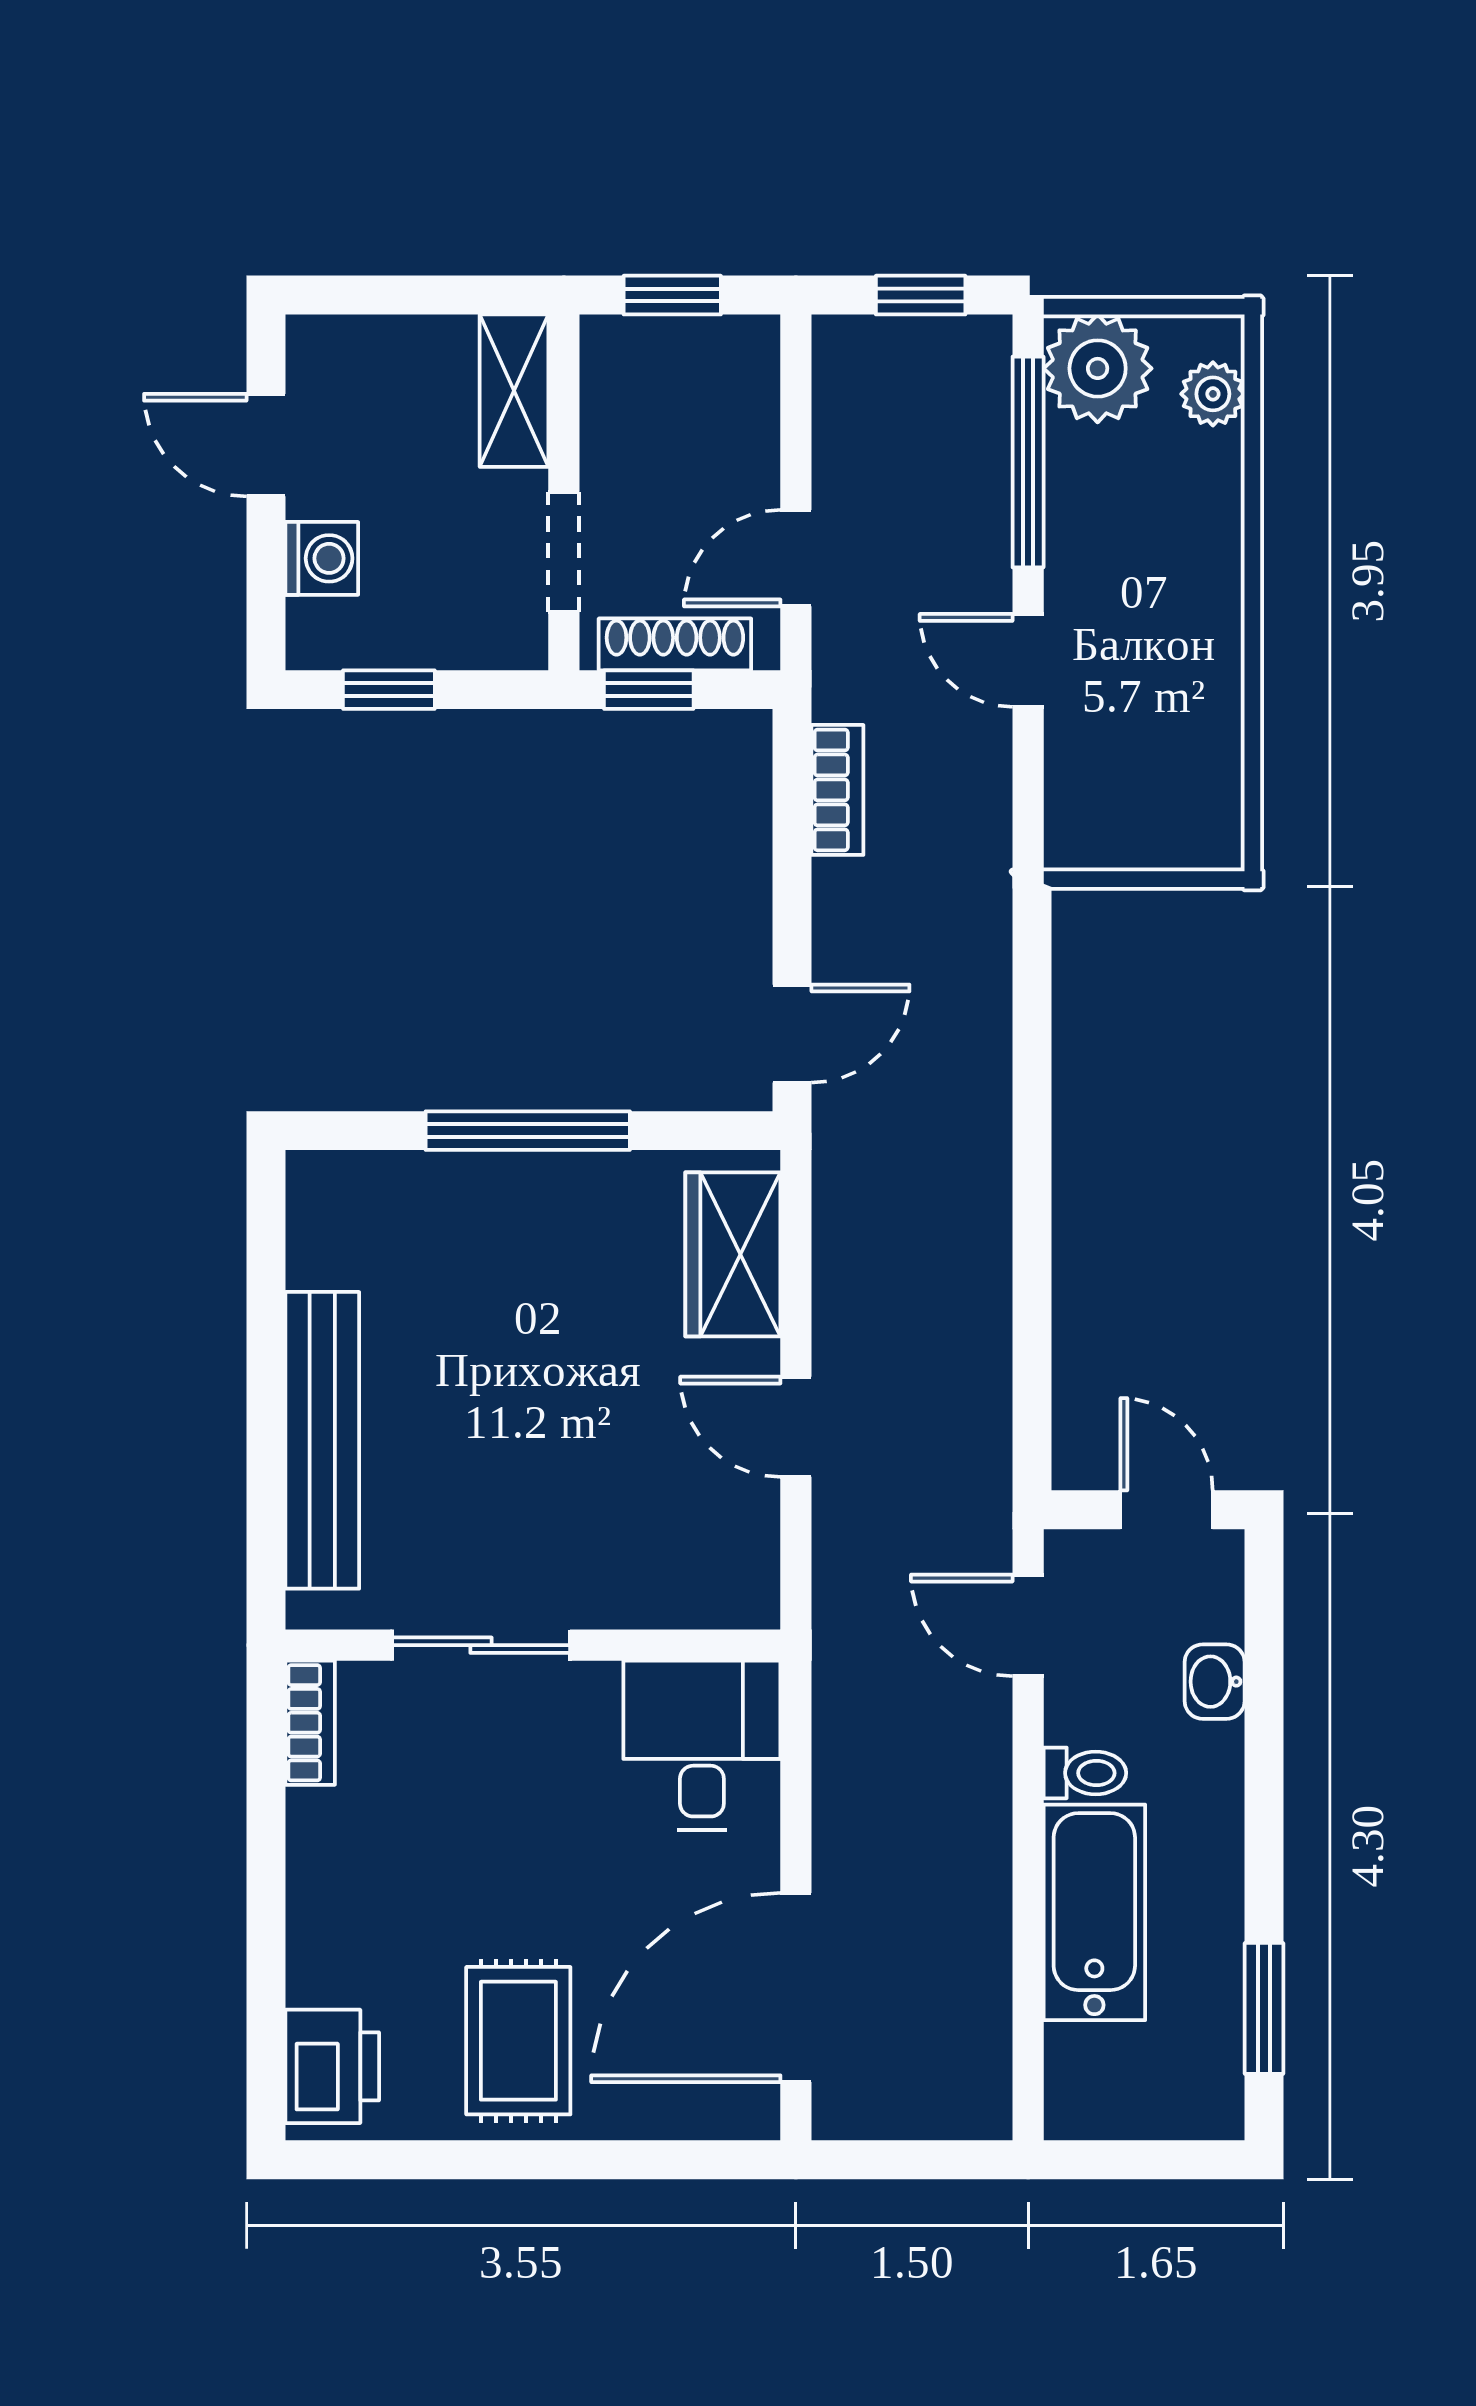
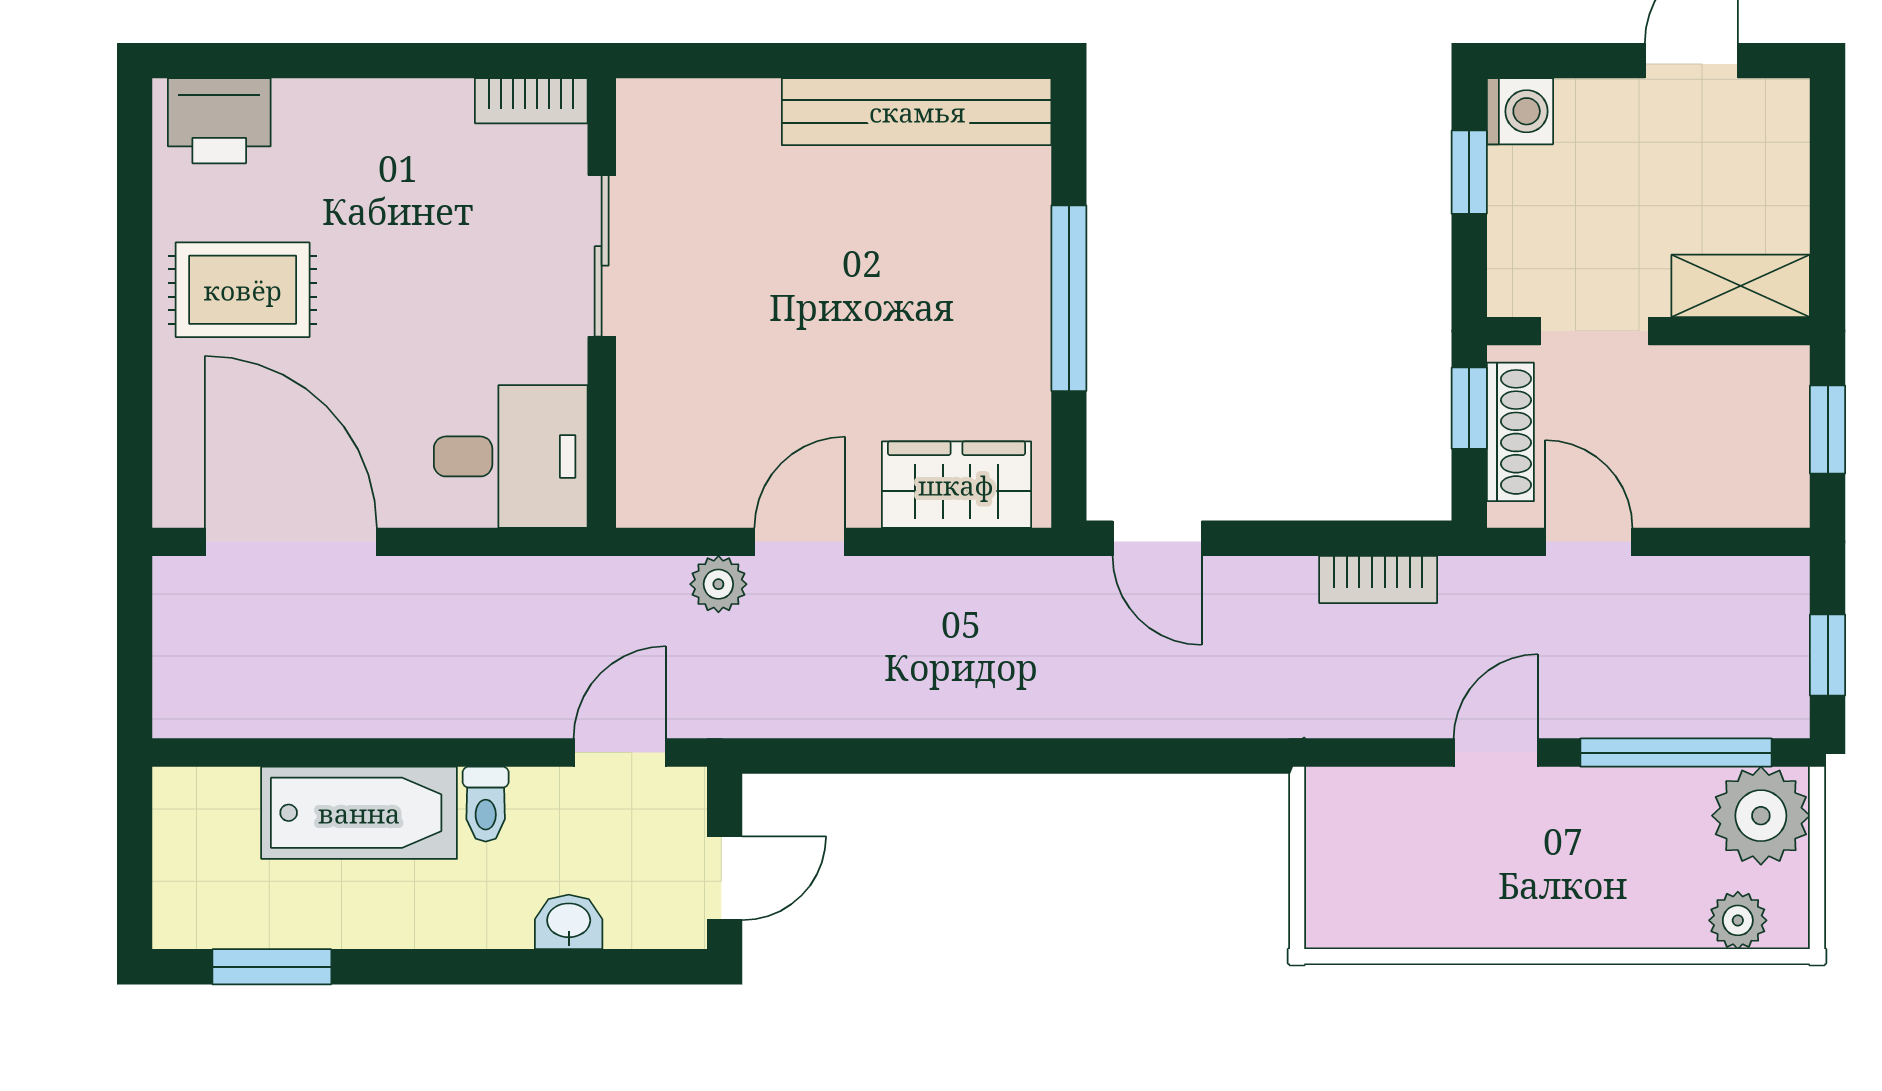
washing machine: (322, 558) -> (1520, 111), moved, turned -90
bench: (322, 1440) -> (917, 112), moved
plant: (843, 1517) -> (718, 584), added

